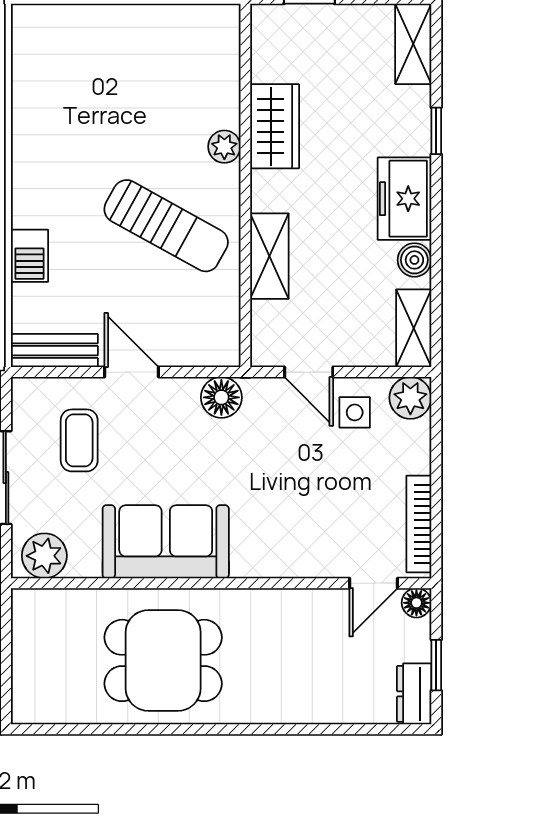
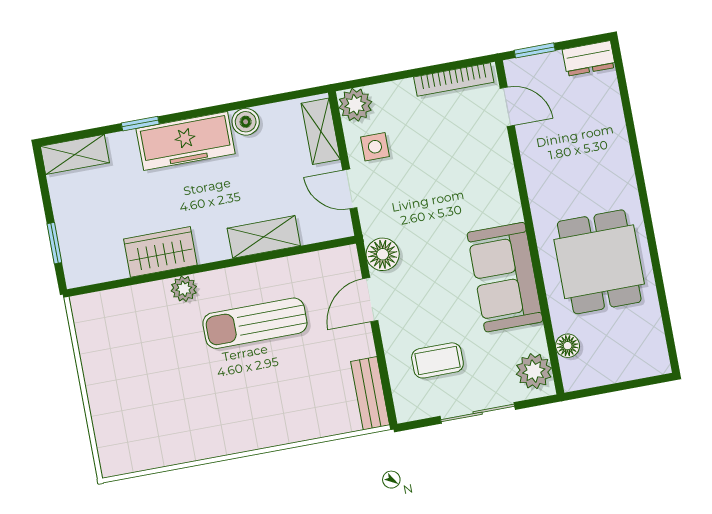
freezer: (404, 199) -> (186, 141), width x1.40
sun lounger: (166, 226) -> (255, 323), turned -119
barbecue: (29, 256) -> (299, 427), removed
shelving: (414, 328) -> (321, 131), moved, turned 90
door: (132, 372) -> (370, 300), moved
door: (309, 372) -> (350, 189), swing flipped
floor lamp: (416, 603) -> (568, 346), moved
window: (436, 665) -> (535, 50), moved

